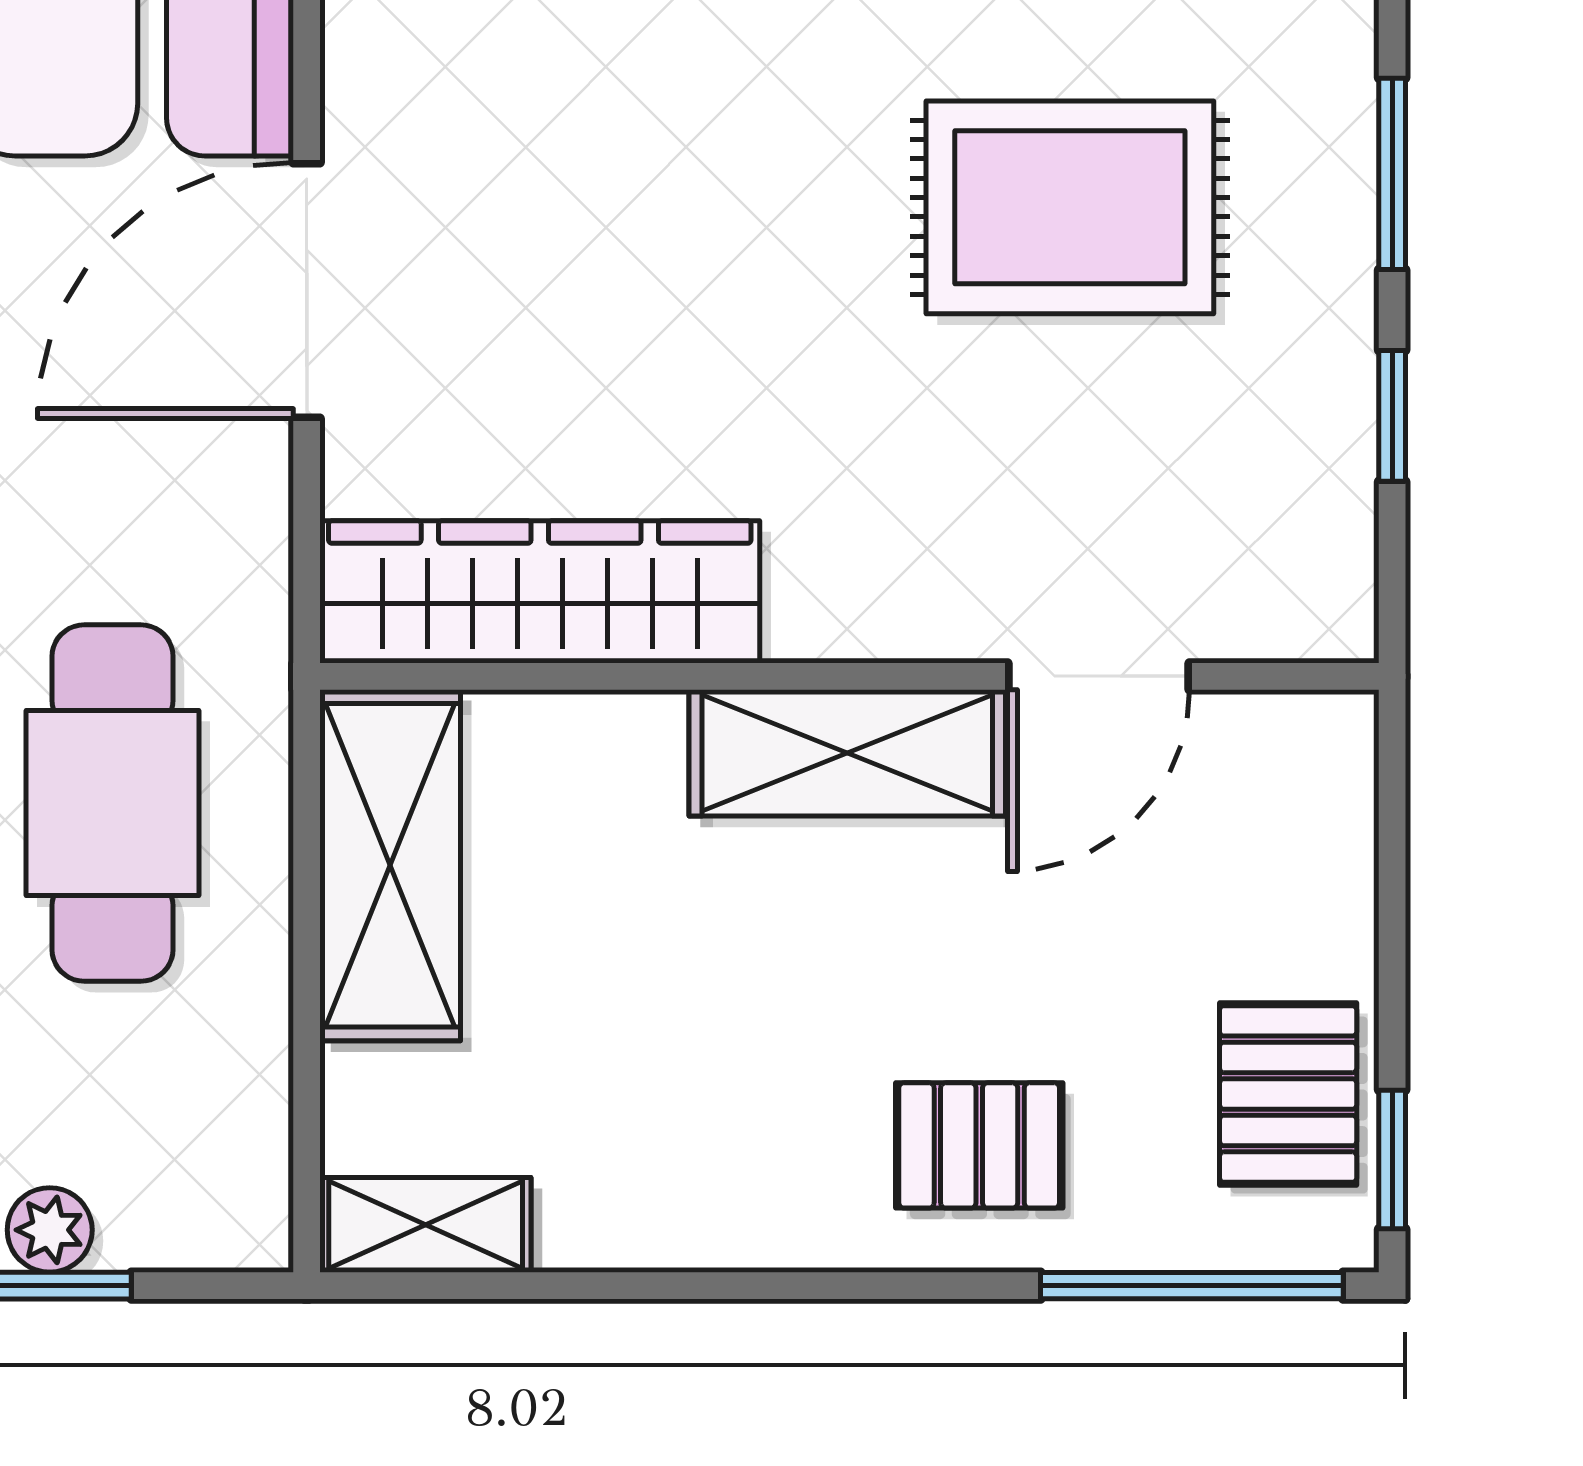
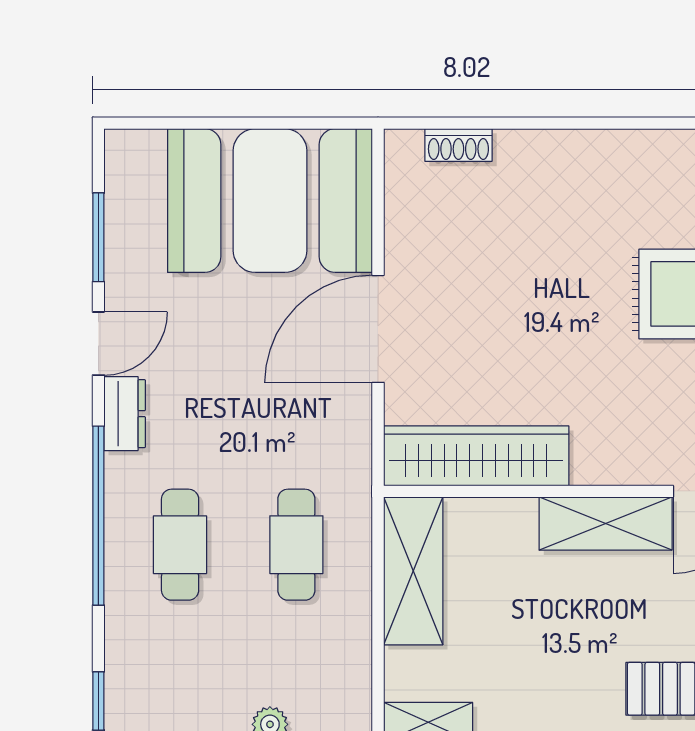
cafe table: (113, 803) -> (296, 545), width x0.73, depth x0.74

